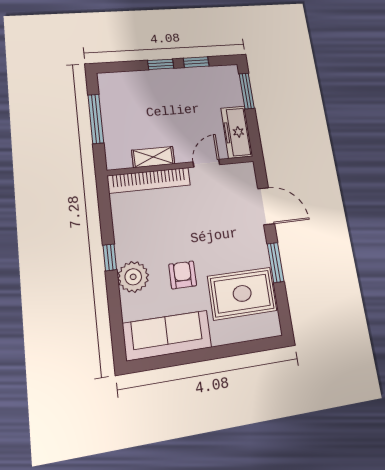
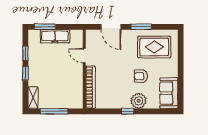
freezer: (237, 132) -> (55, 36), moved
shelving: (153, 157) -> (33, 98), moved
door: (266, 206) -> (111, 27), swing flipped
rug: (242, 293) -> (154, 47), turned 90
sofa: (167, 335) -> (169, 93), width x0.73

